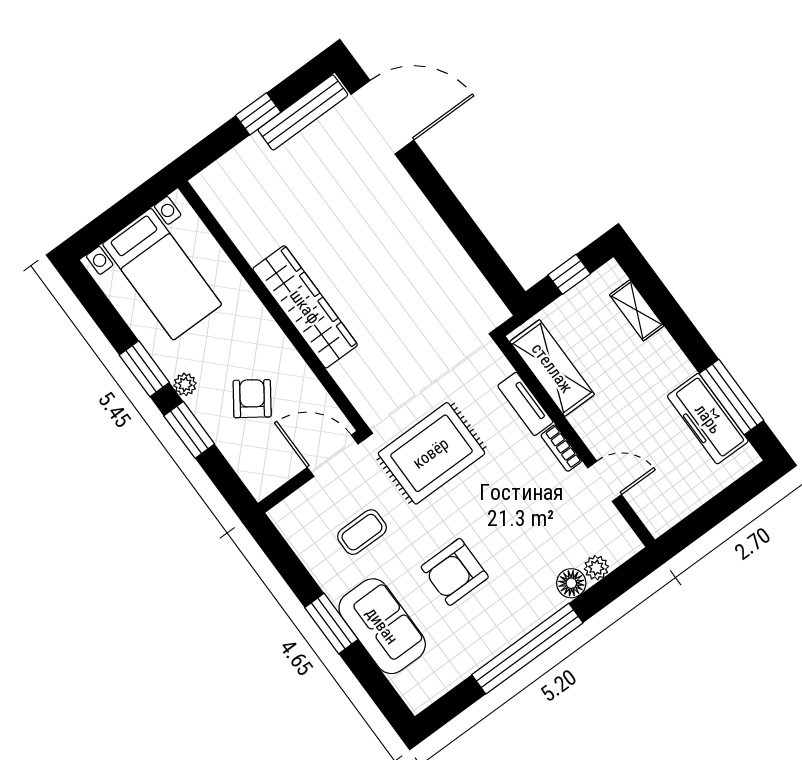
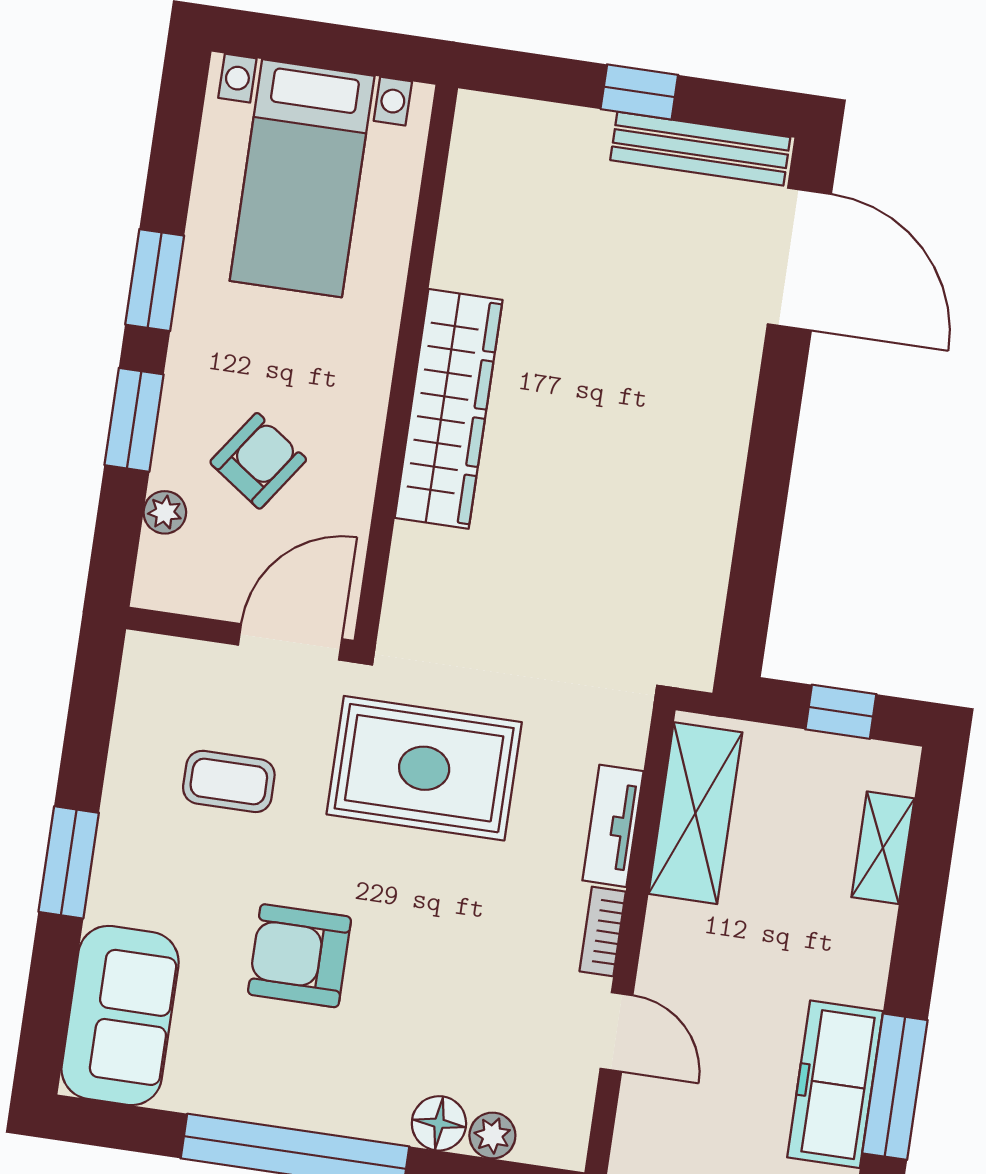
plant: (185, 384) -> (165, 512), moved
door: (333, 456) -> (290, 642), hinge flipped
sofa: (382, 626) -> (120, 1015), moved

